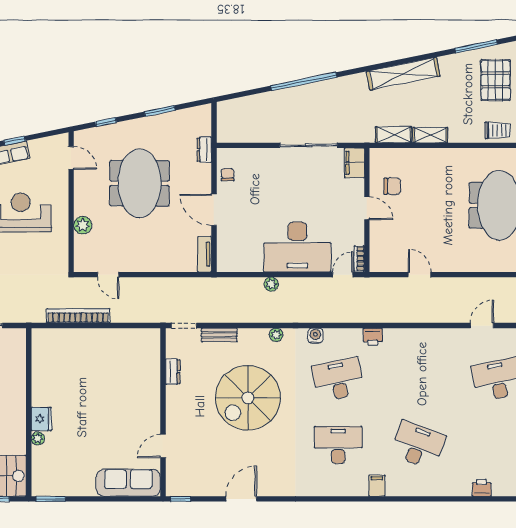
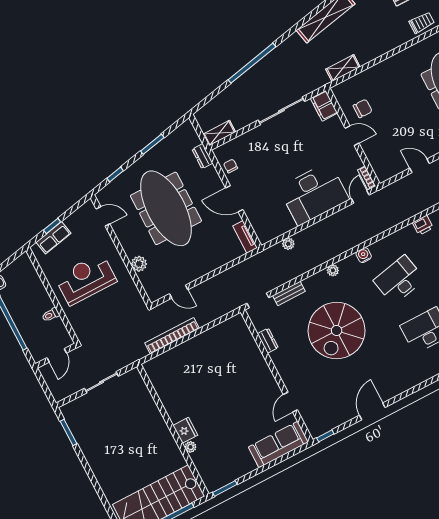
shelving: (430, 135) -> (219, 133), moved
meeting table: (140, 183) -> (166, 208), width x1.36
plant: (271, 284) -> (288, 244), moved
printer: (373, 337) -> (423, 225), moved

